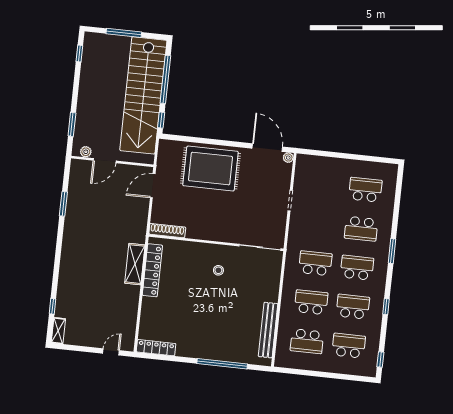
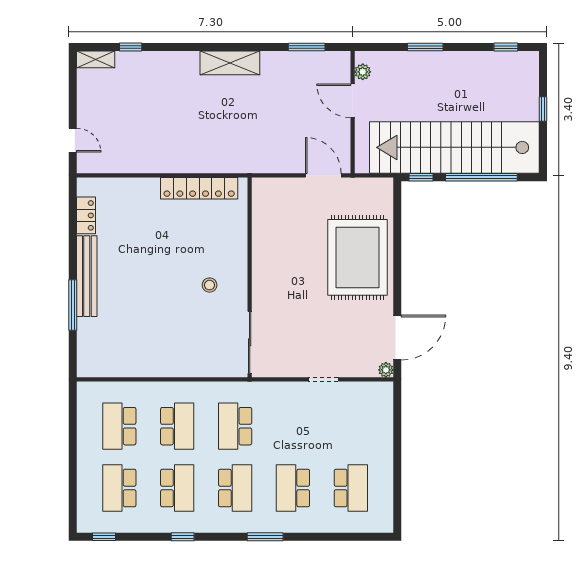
window: (124, 33) -> (543, 109), width x0.46
window: (72, 124) -> (425, 47), moved
window: (63, 204) -> (307, 47), moved
shoe rack: (167, 231) -> (260, 204), removed
school desk: (315, 263) -> (235, 426), turned 180
shelving: (135, 264) -> (230, 63), moved
bench: (268, 330) -> (87, 276), moved, turned 90
school desk: (349, 346) -> (119, 488), turned 180
locker: (156, 348) -> (86, 215), width x0.66
window: (222, 364) -> (73, 305), width x0.68

